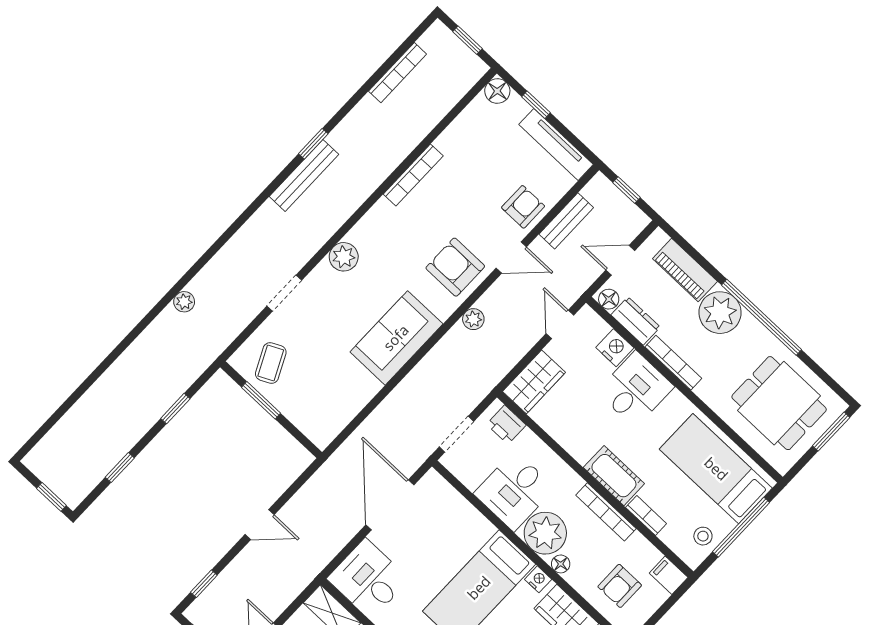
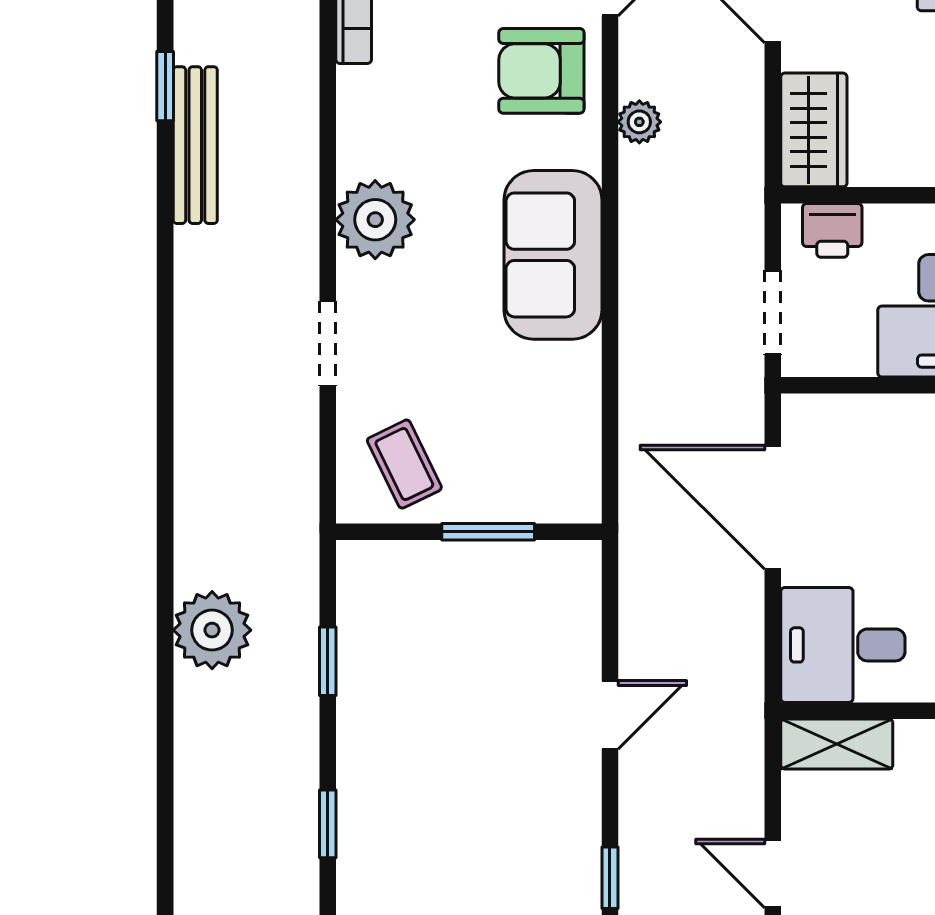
plant: (344, 257) -> (375, 220), width x1.36, depth x1.36
plant: (184, 302) -> (212, 630), moved, width x1.88, depth x1.88
window: (261, 400) -> (488, 532), moved

